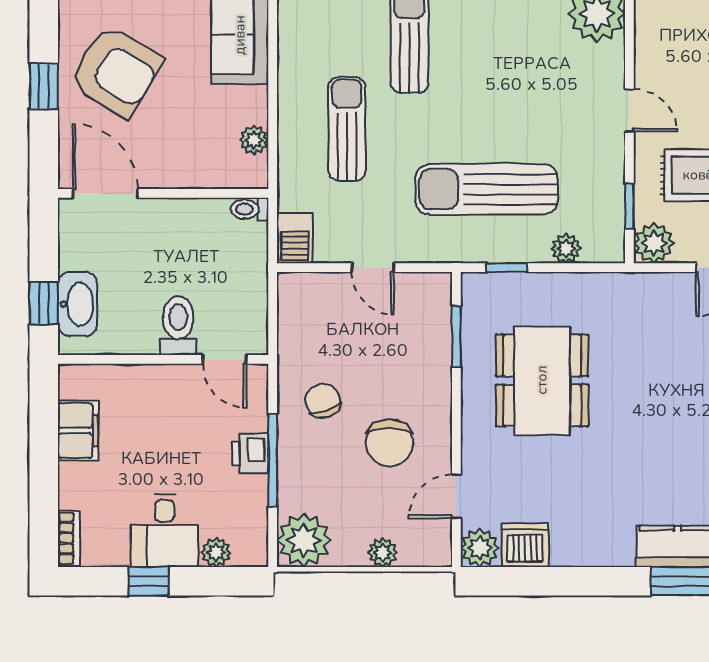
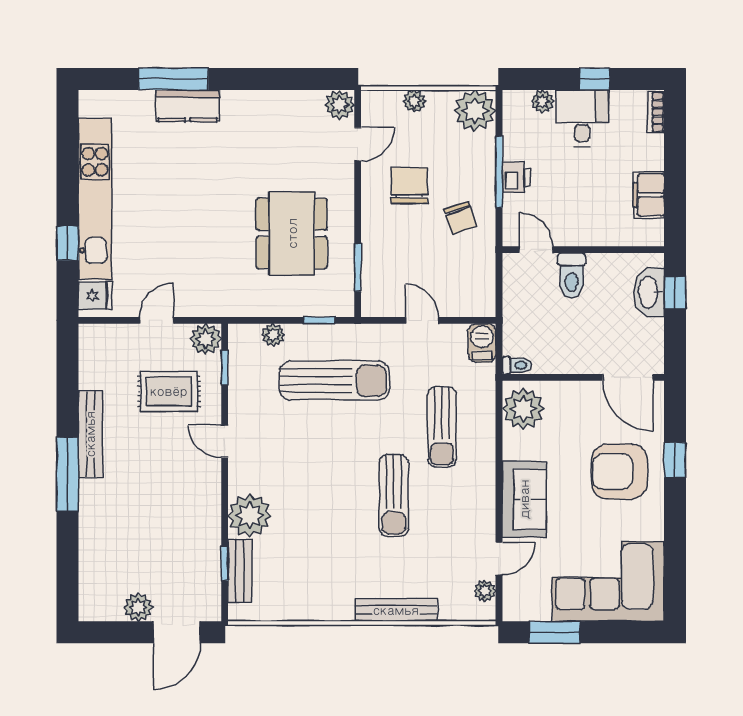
armchair: (116, 71) -> (620, 472), turned -31
plant: (254, 140) -> (523, 409), width x1.87, depth x1.87
dishwasher: (525, 545) -> (305, 107), removed

